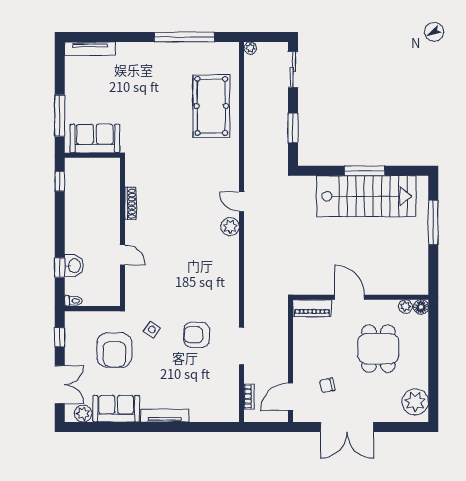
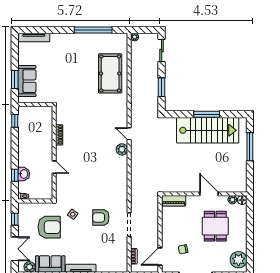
window: (60, 116) -> (15, 80), width x0.69
sofa: (95, 139) -> (27, 81), moved, turned 90
door: (350, 297) -> (209, 194), moved
armchair: (114, 350) -> (49, 227), turned -90

